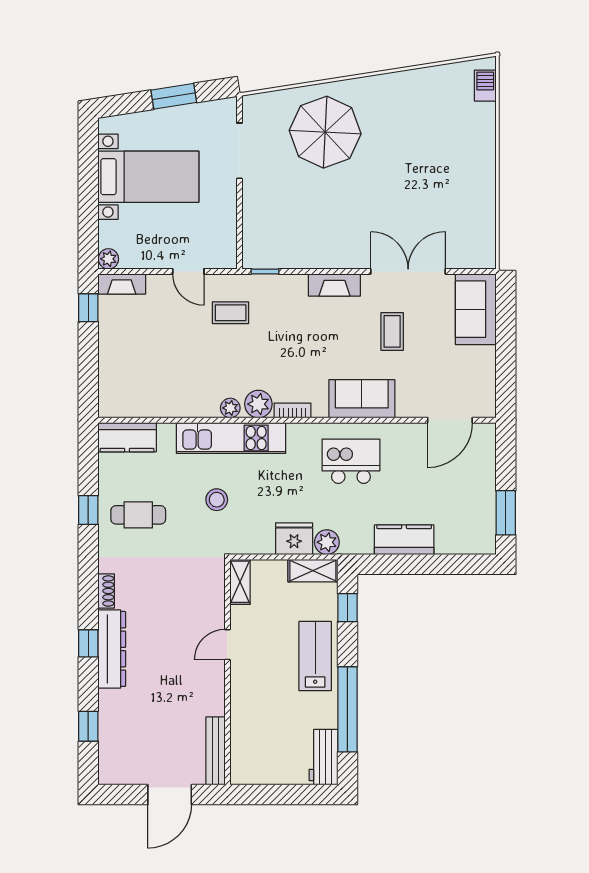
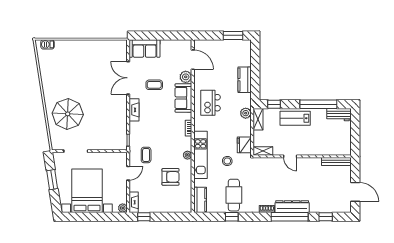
bed with nightstands: (148, 177) -> (87, 191), width x1.36
armchair: (180, 369) -> (171, 177), added
plant: (258, 404) -> (186, 77), moved
cafe table: (138, 515) -> (234, 195), width x1.37, depth x1.35
fridge: (294, 539) -> (244, 145), moved
window: (88, 643) -> (290, 217), width x3.17
door: (170, 795) -> (355, 192), moved

